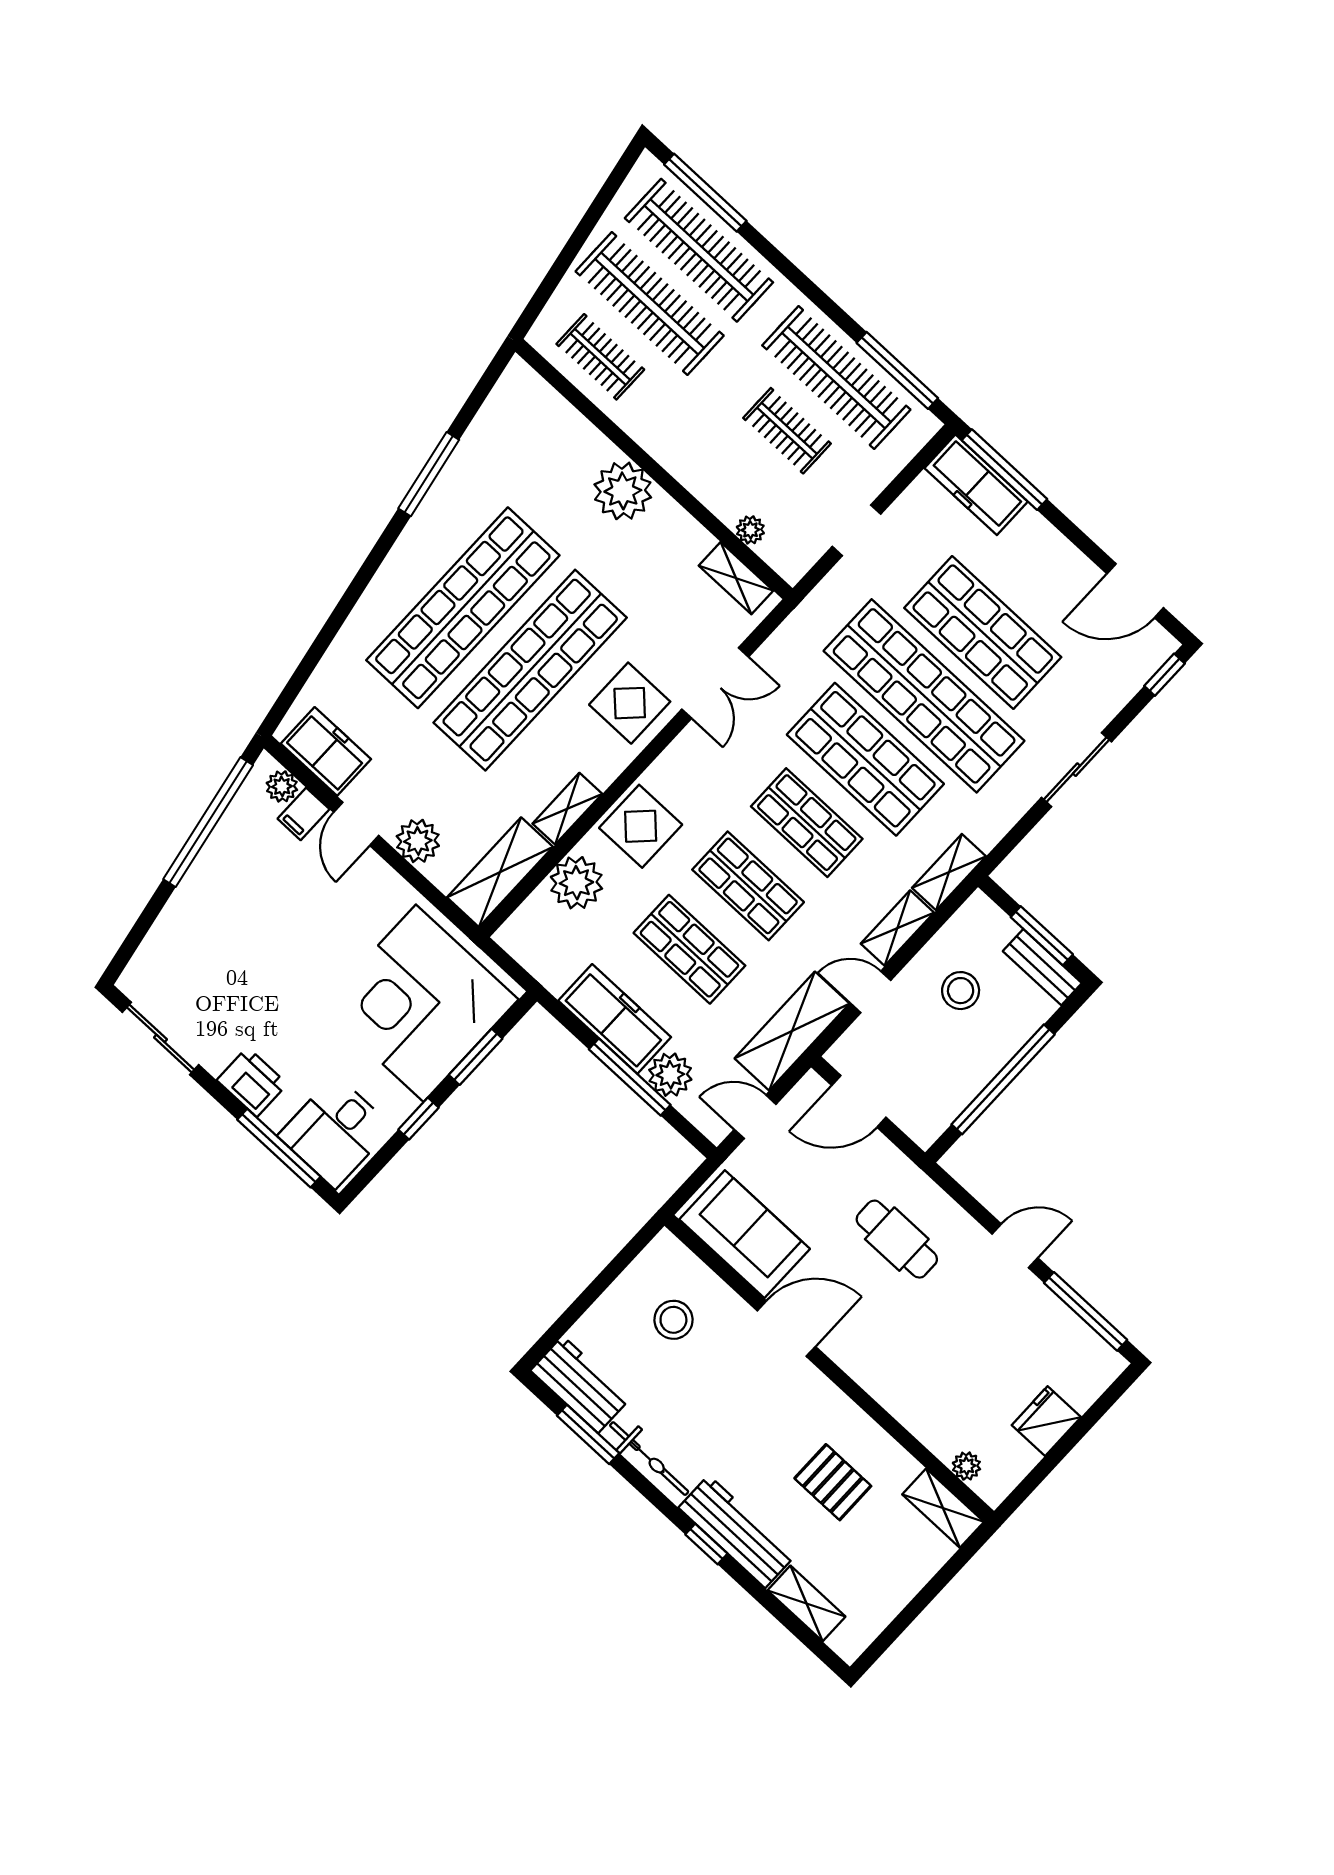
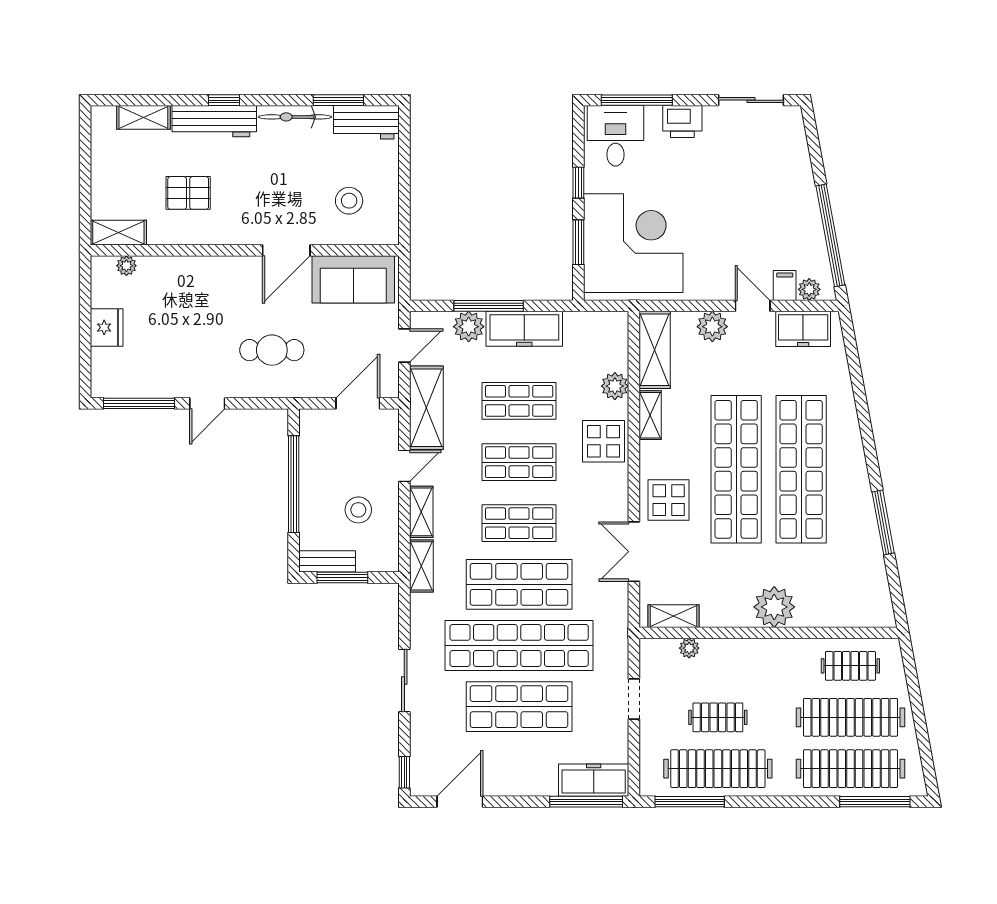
plant: (576, 883) -> (615, 386), width x0.73, depth x0.73

